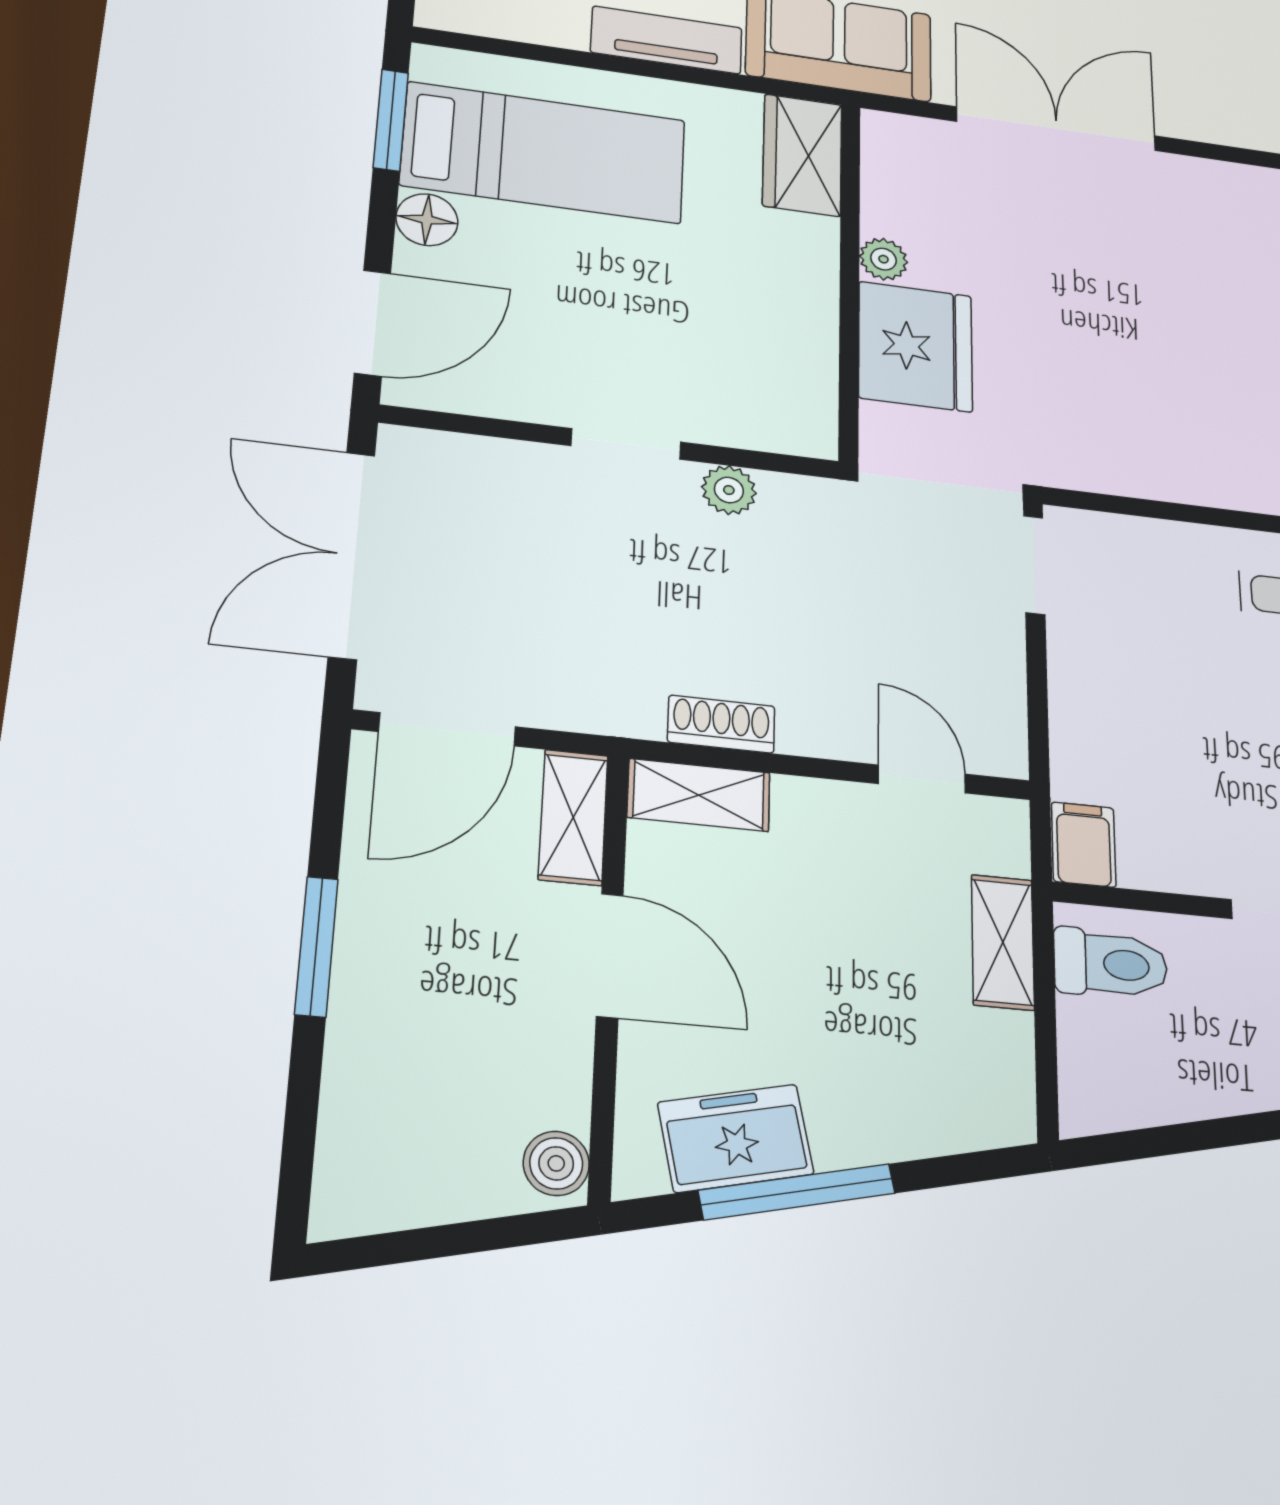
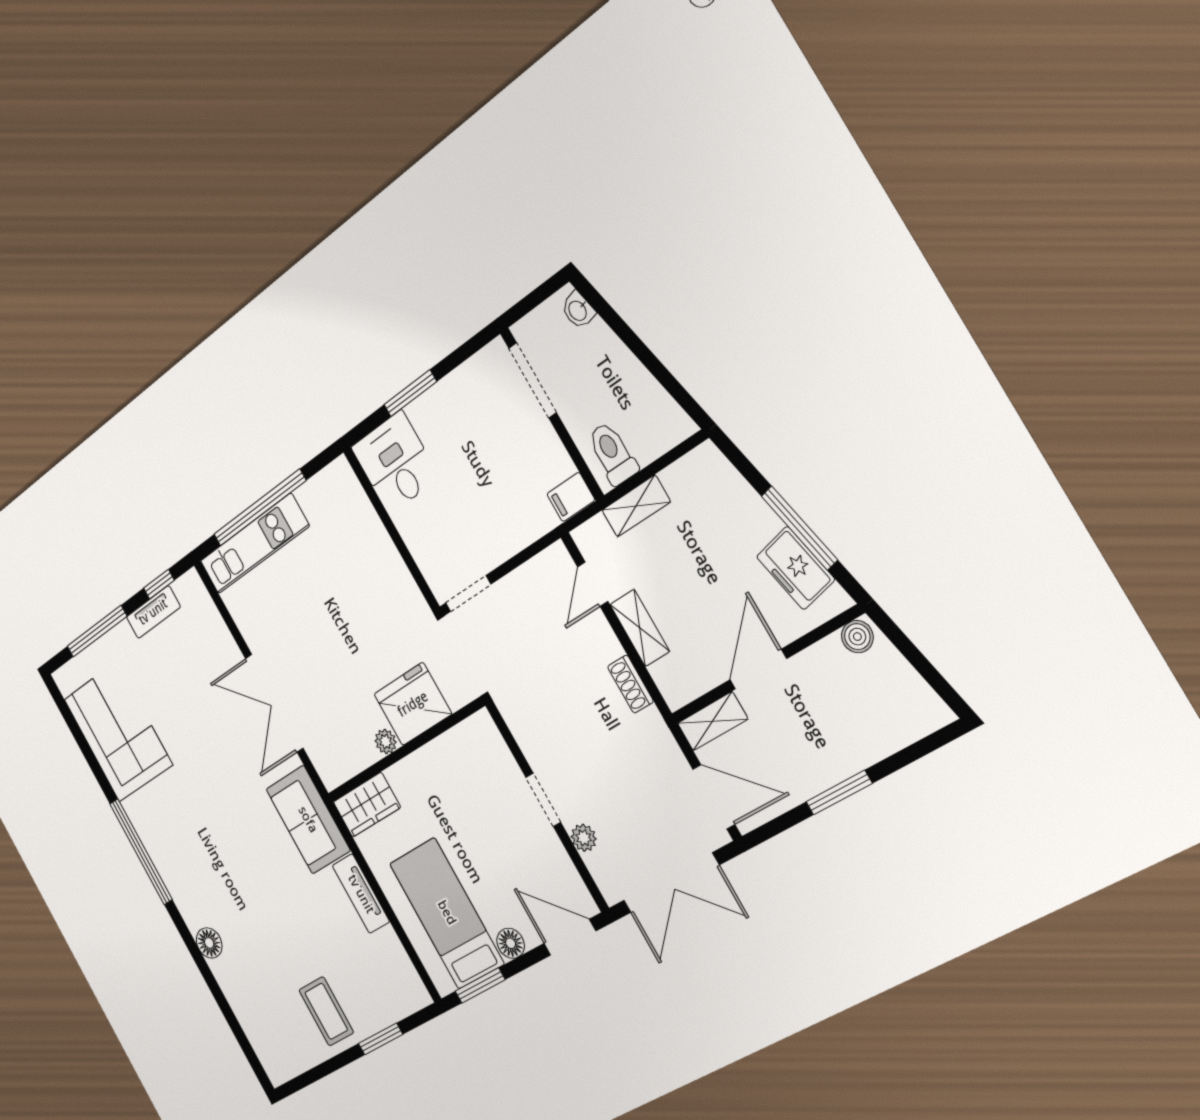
plant: (729, 490) -> (584, 838), moved
shelving: (699, 795) -> (640, 628), moved

